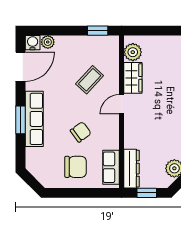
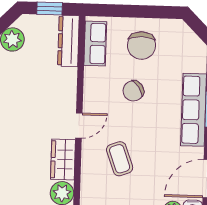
coffee table: (90, 80) -> (120, 159), turned -63
chair: (76, 167) -> (141, 45), turned -90

